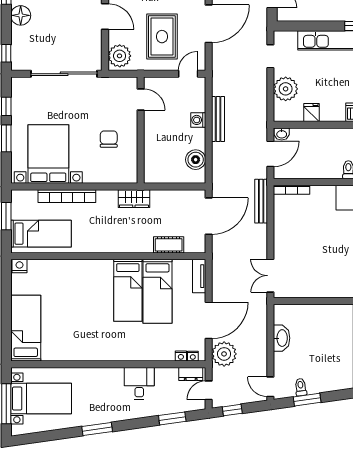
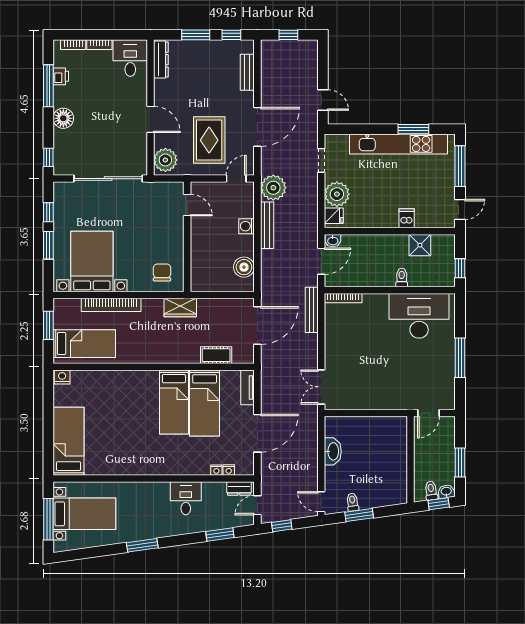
fridge: (311, 113) -> (334, 216), moved, turned 90
chair: (109, 139) -> (162, 272), moved
plant: (224, 354) -> (273, 188), moved
nightstand: (193, 356) -> (216, 470), moved

